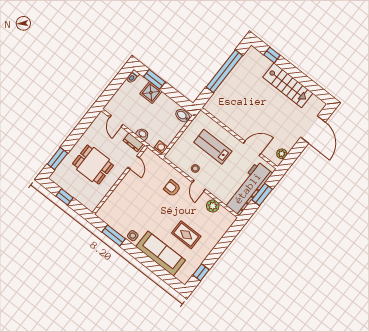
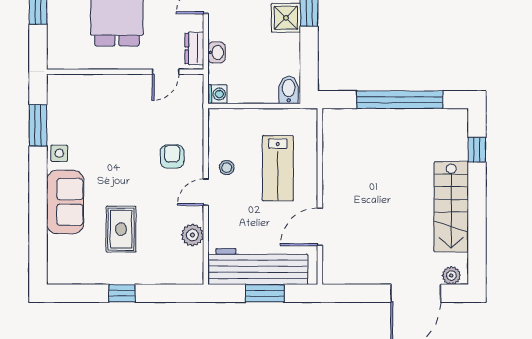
lab bench: (213, 147) -> (278, 168), turned 180
door: (252, 148) -> (320, 227), swing flipped
plant: (282, 154) -> (451, 276), moved
sofa: (161, 253) -> (65, 202), width x0.73
window: (201, 272) -> (122, 293), moved

